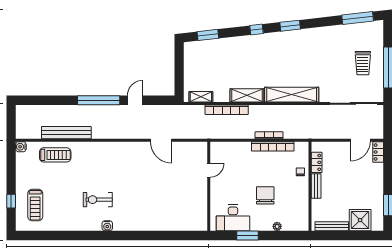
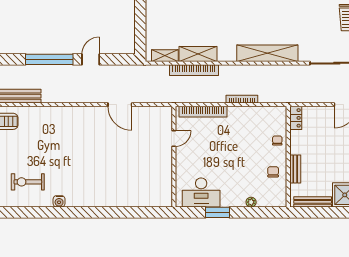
shelving: (247, 95) -> (198, 54), moved
bookcase: (273, 146) -> (203, 112), moved
locker: (317, 162) -> (296, 118), moved
bench: (316, 186) -> (295, 169), moved
chair: (265, 195) -> (273, 172), moved, width x0.54, depth x0.54
exercise bike: (98, 200) -> (28, 182), moved

